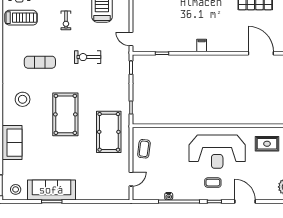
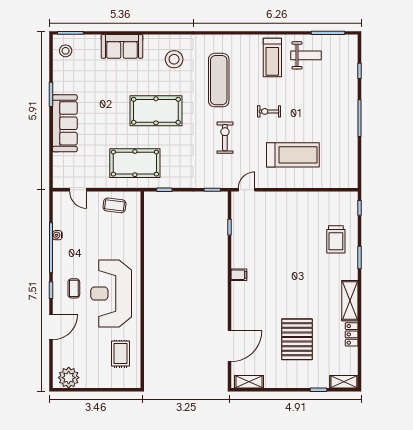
exercise mat: (40, 62) -> (219, 80), width x1.36, depth x1.45
sofa: (51, 190) -> (65, 123), moved

